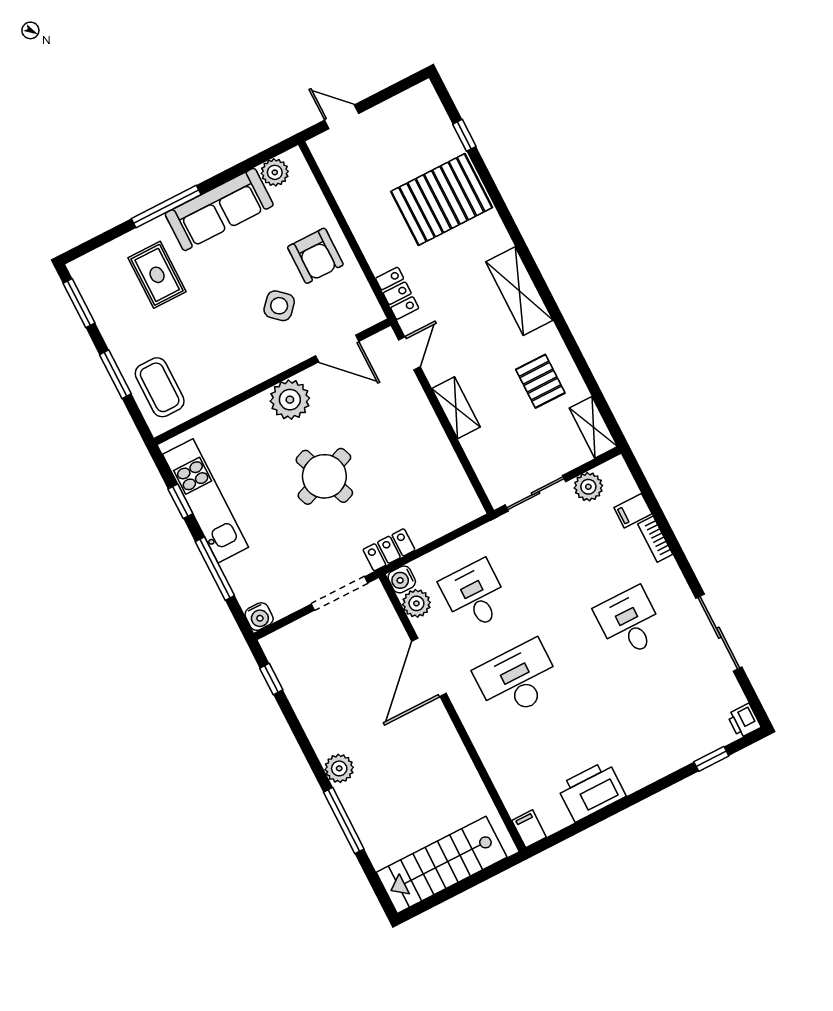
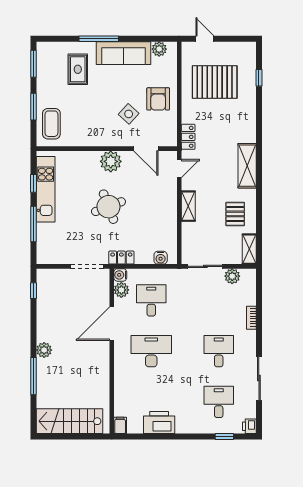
pallet: (442, 199) -> (215, 82), moved
filing cabinet: (633, 511) -> (248, 299), removed
water cooler: (259, 617) -> (161, 258), moved
desk: (672, 706) -> (219, 402), added

